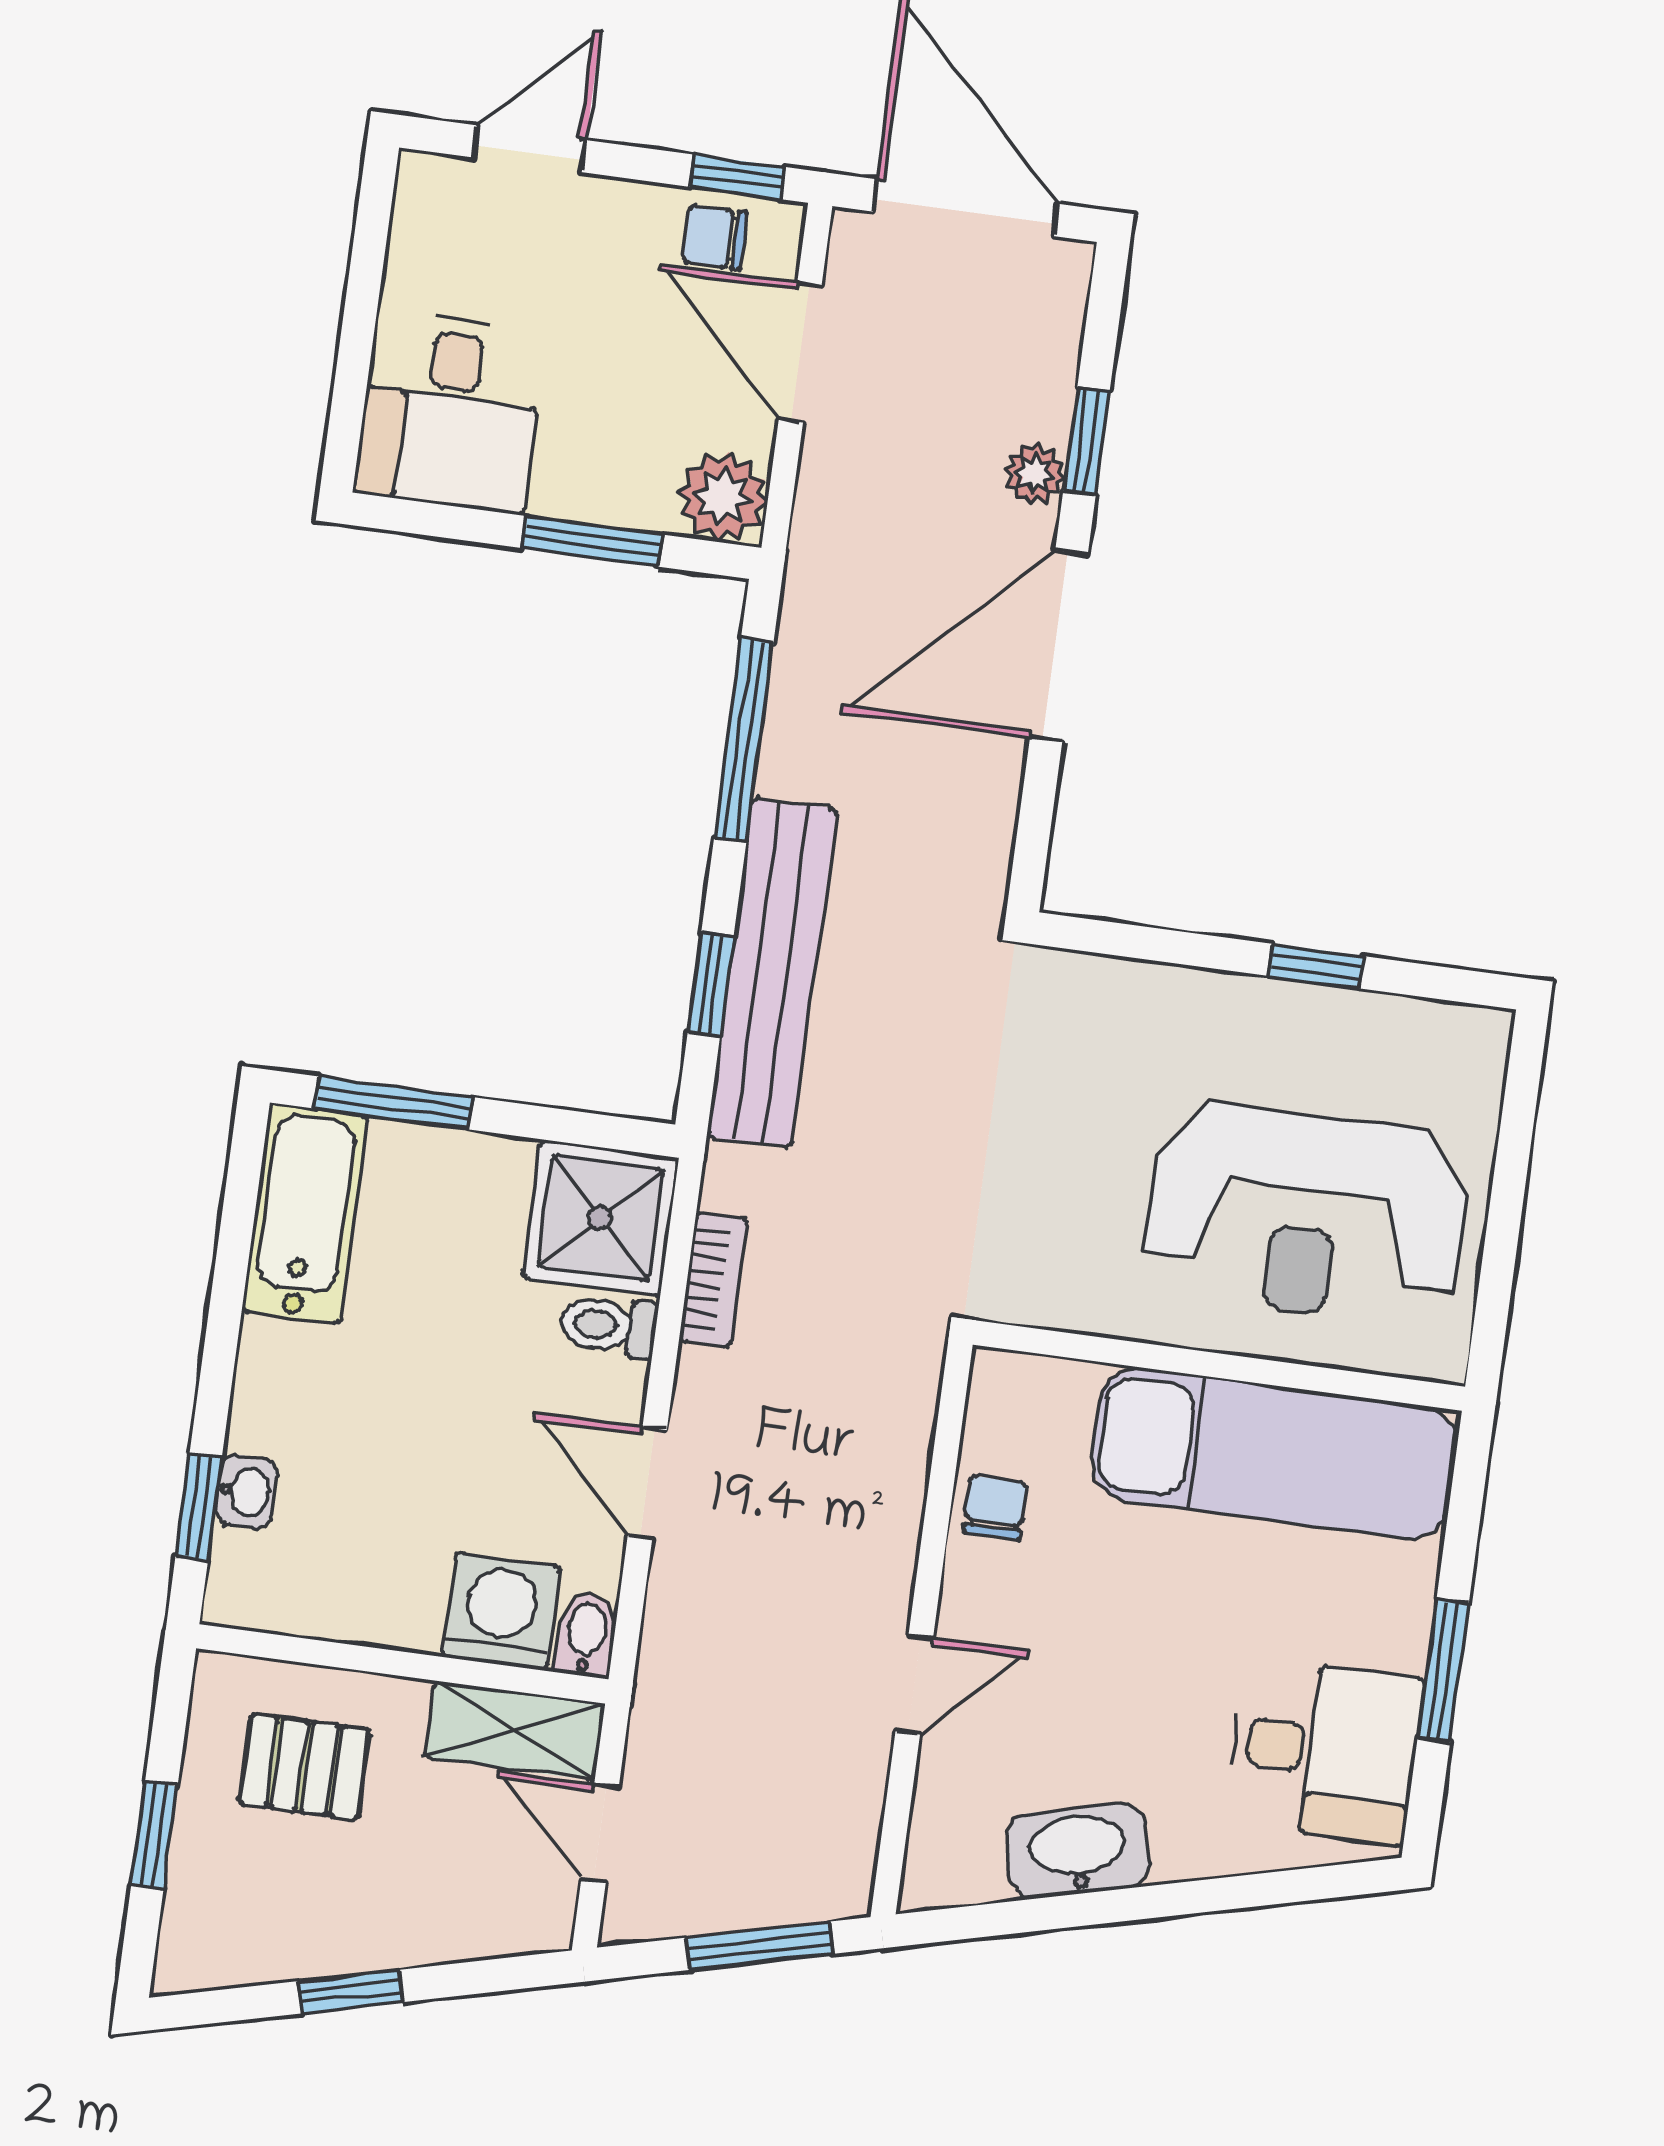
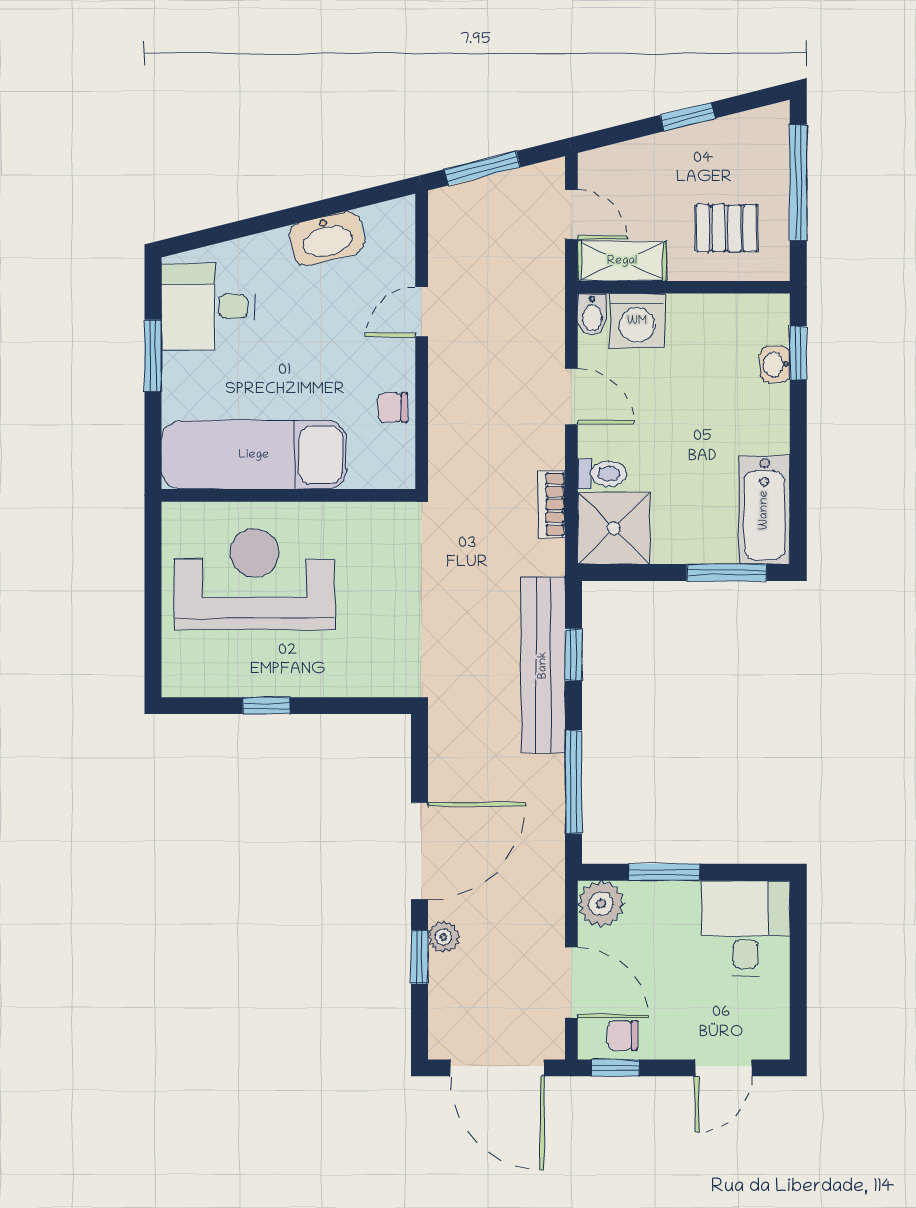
chair: (715, 237) -> (623, 1036), turned 180
chair: (995, 1508) -> (393, 408), turned 90
window: (154, 1836) -> (798, 183), width x2.17

